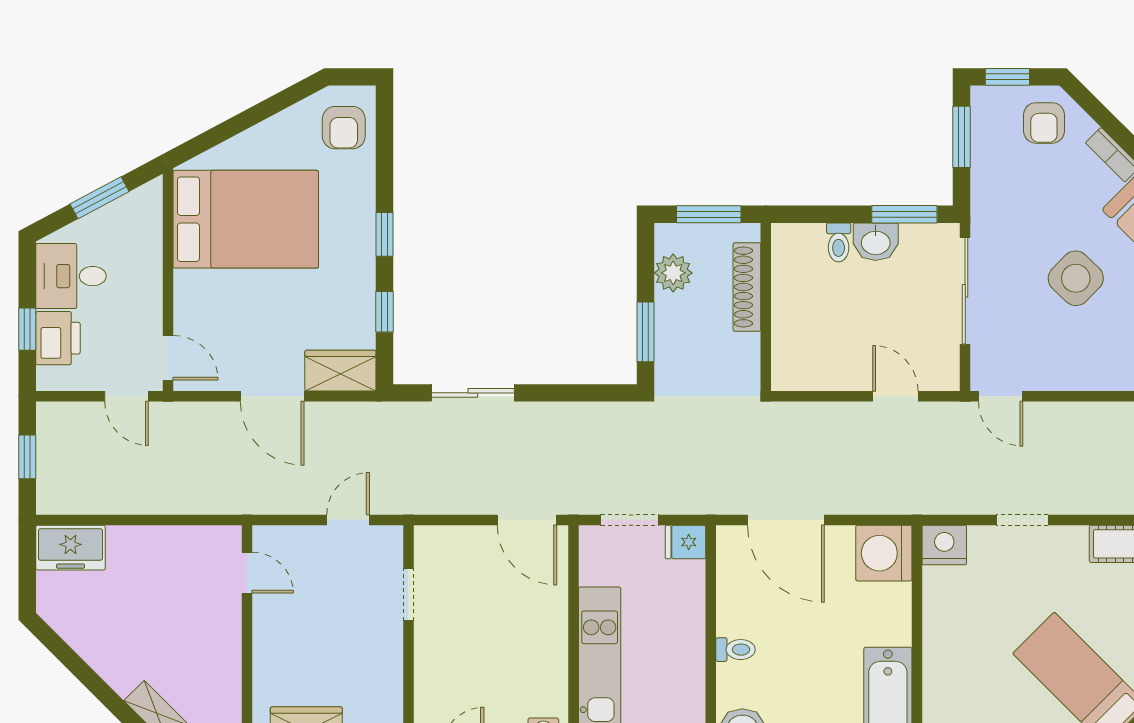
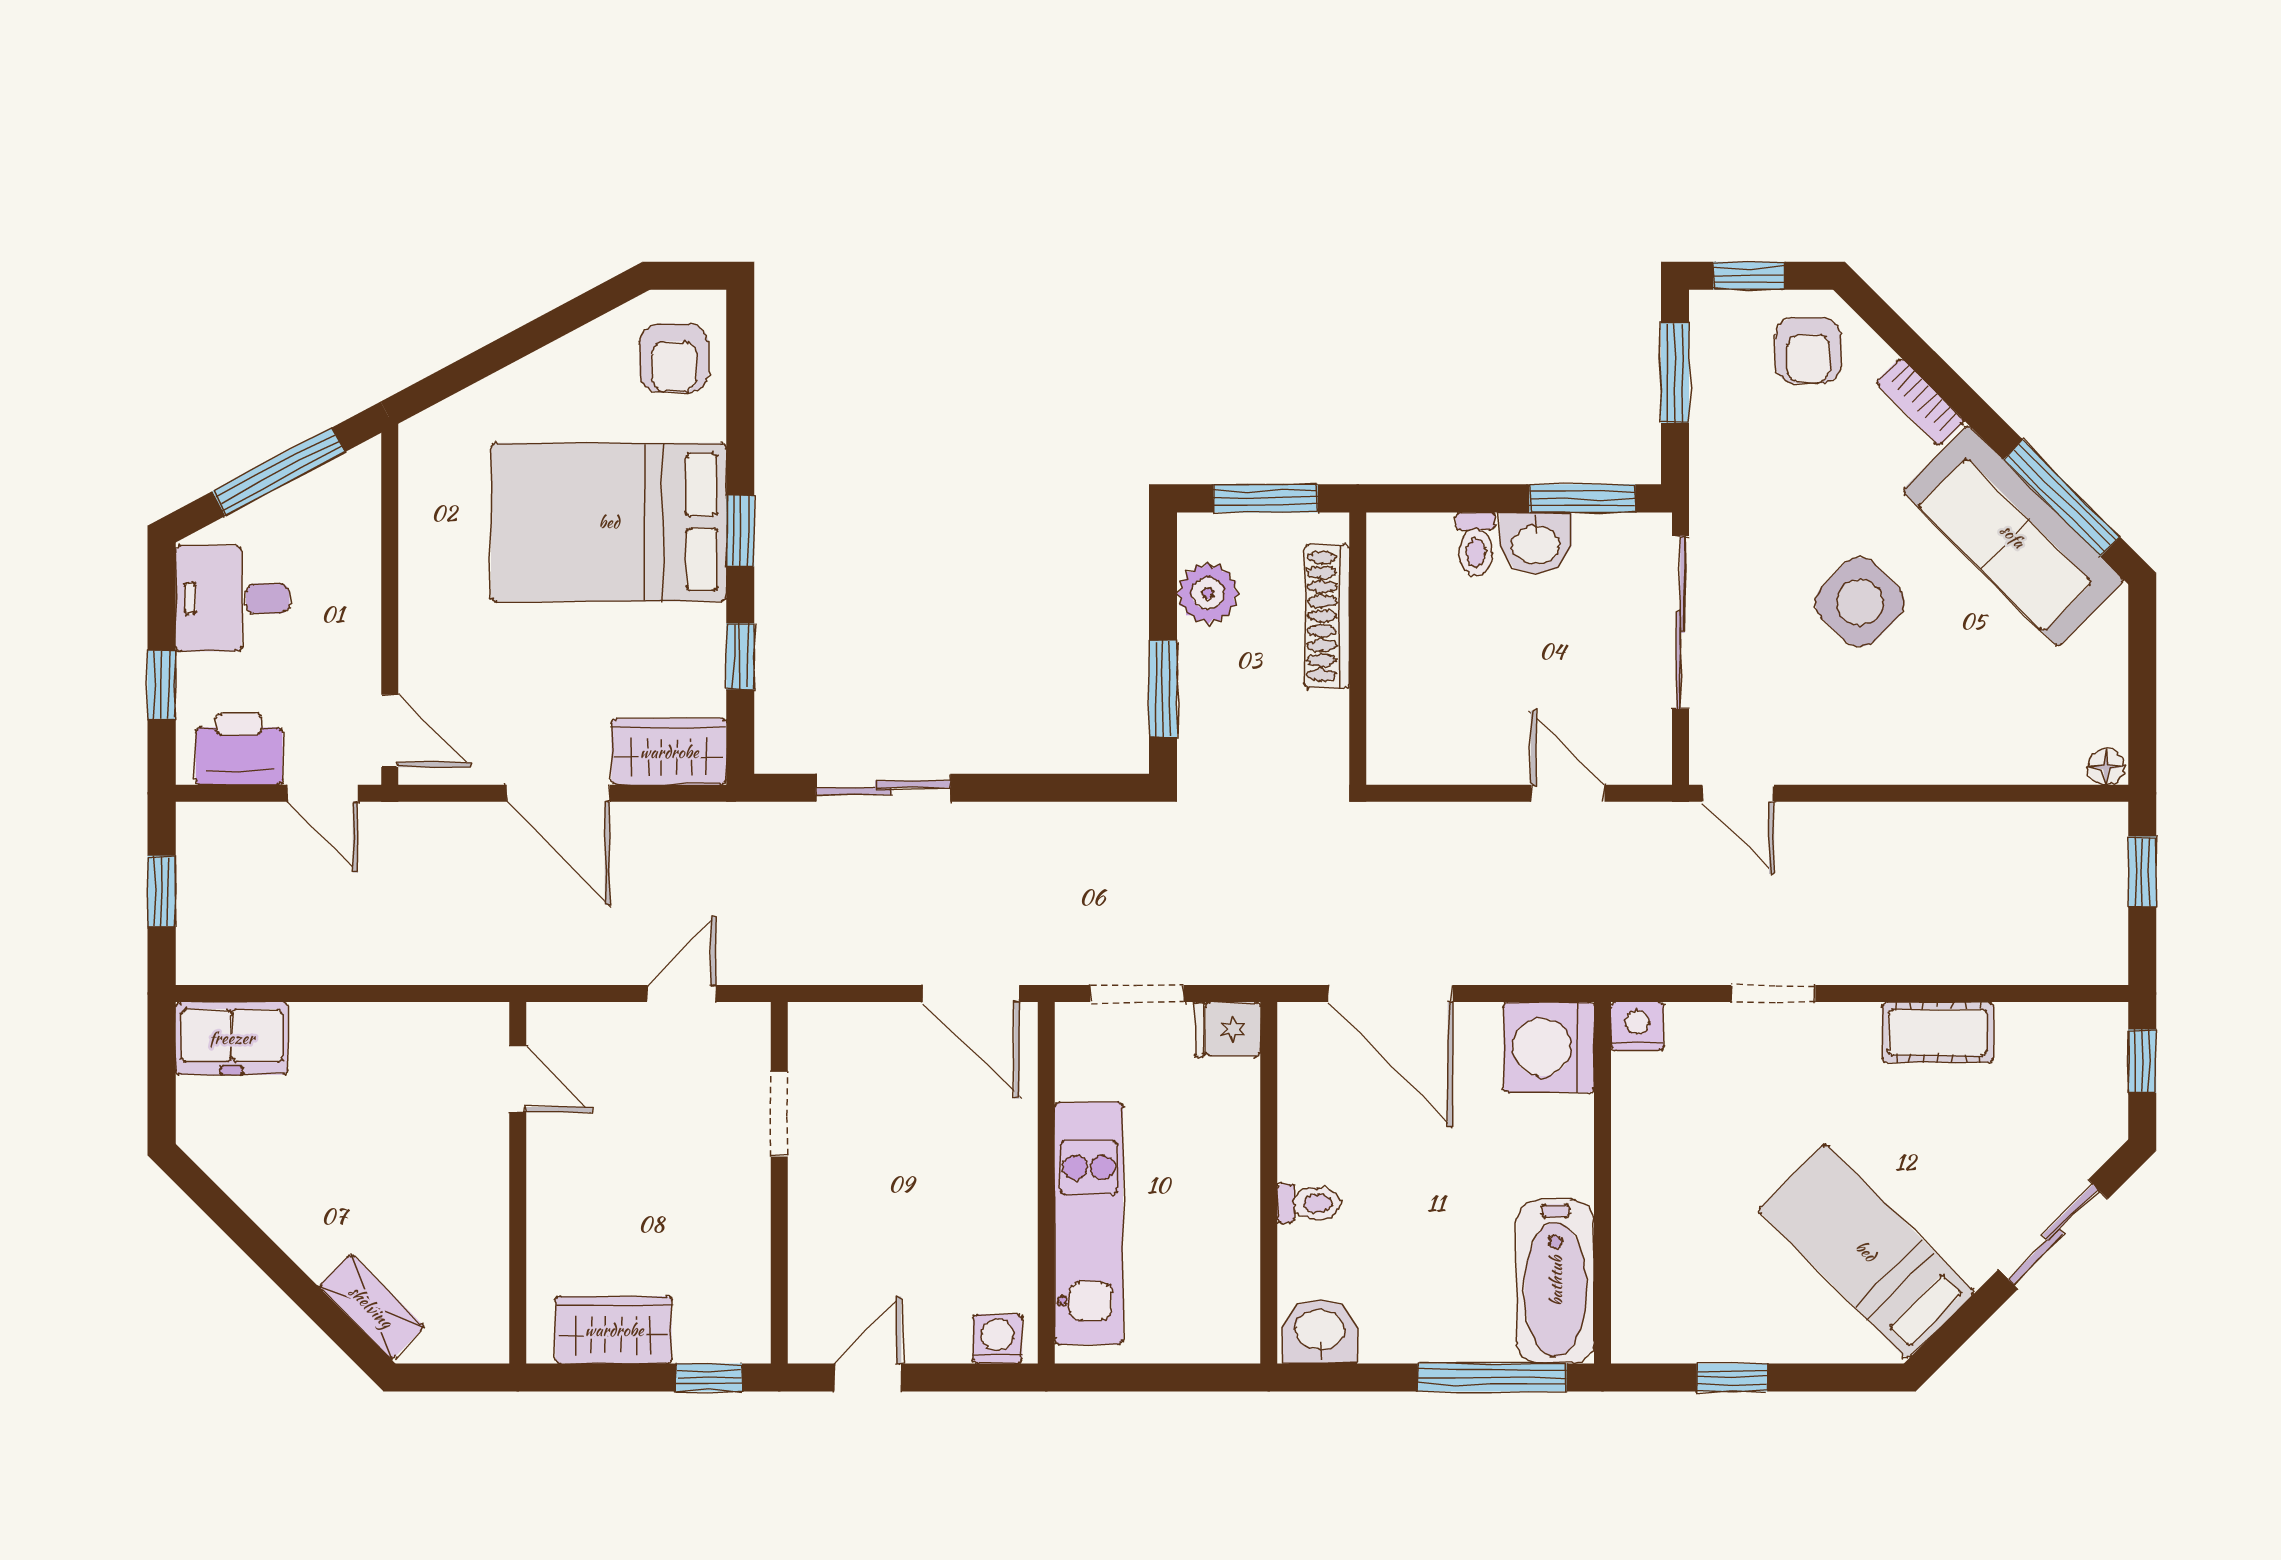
window: (99, 198) -> (279, 472), width x1.44
bed: (246, 219) -> (609, 522), moved, turned 180
printer: (58, 338) -> (239, 749), moved, turned -90
nightstand: (944, 545) -> (1637, 1026), width x0.74, depth x0.75

